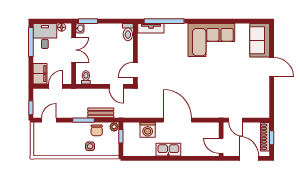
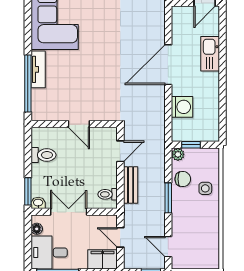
tv unit: (151, 28) -> (38, 69), moved
toilet: (128, 32) -> (43, 155), moved
door: (135, 70) -> (79, 124), moved
bench: (101, 113) -> (131, 185), moved
kitchen sink: (168, 150) -> (210, 54), moved

